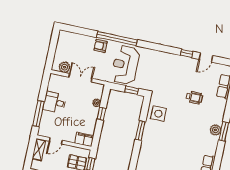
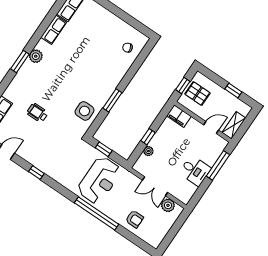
armchair: (101, 46) -> (135, 219), moved
window: (187, 53) -> (36, 173), moved
plant: (215, 130) -> (36, 56), moved

